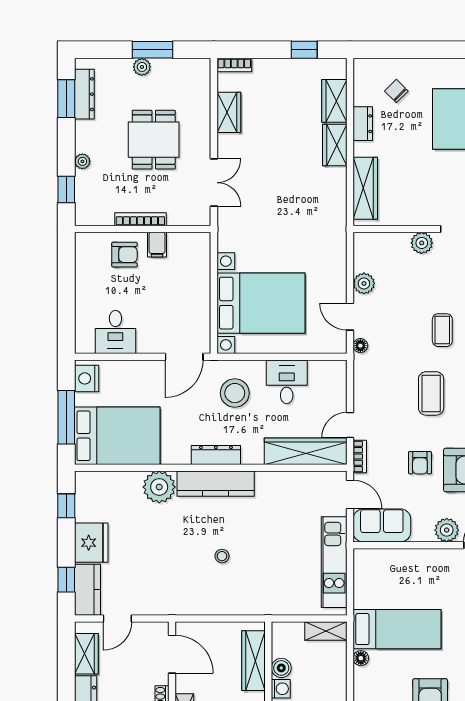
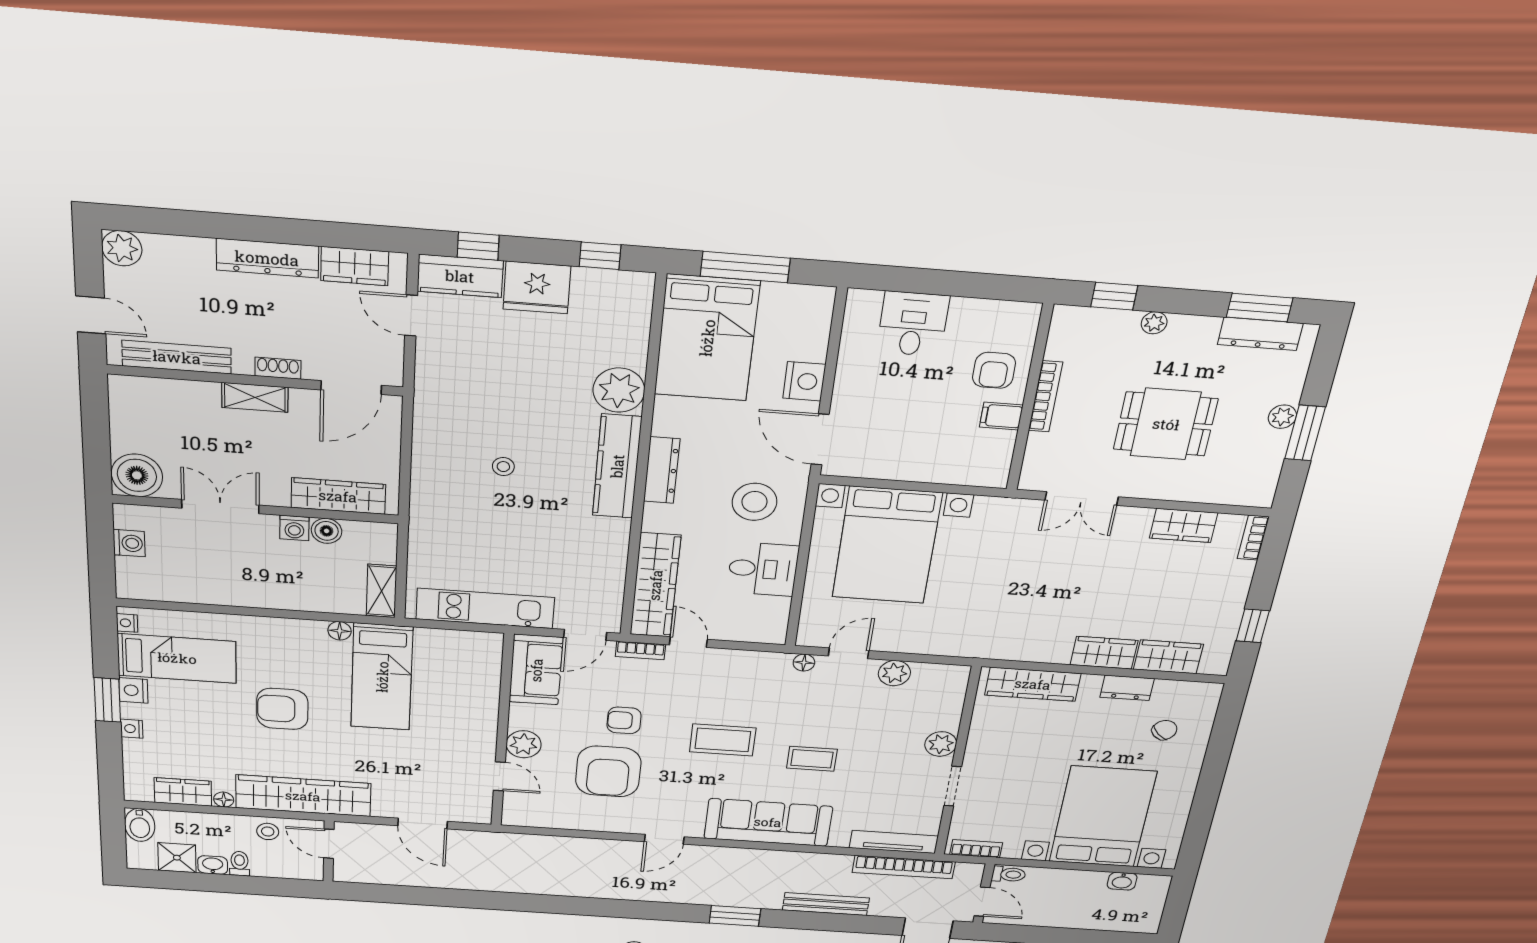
desk: (115, 332) -> (913, 324), moved, turned 90
nightstand: (87, 378) -> (804, 381), moved, turned 90

